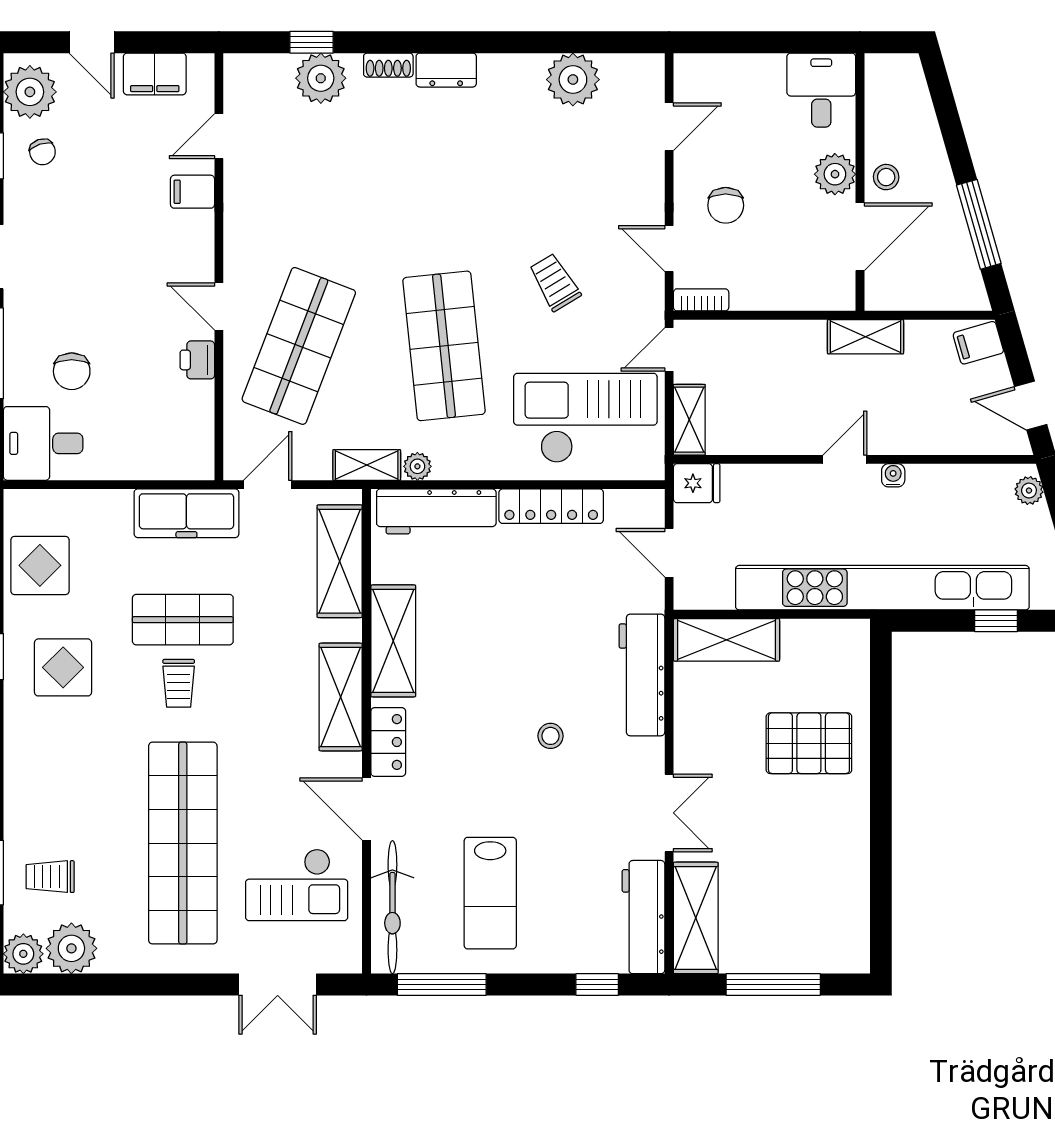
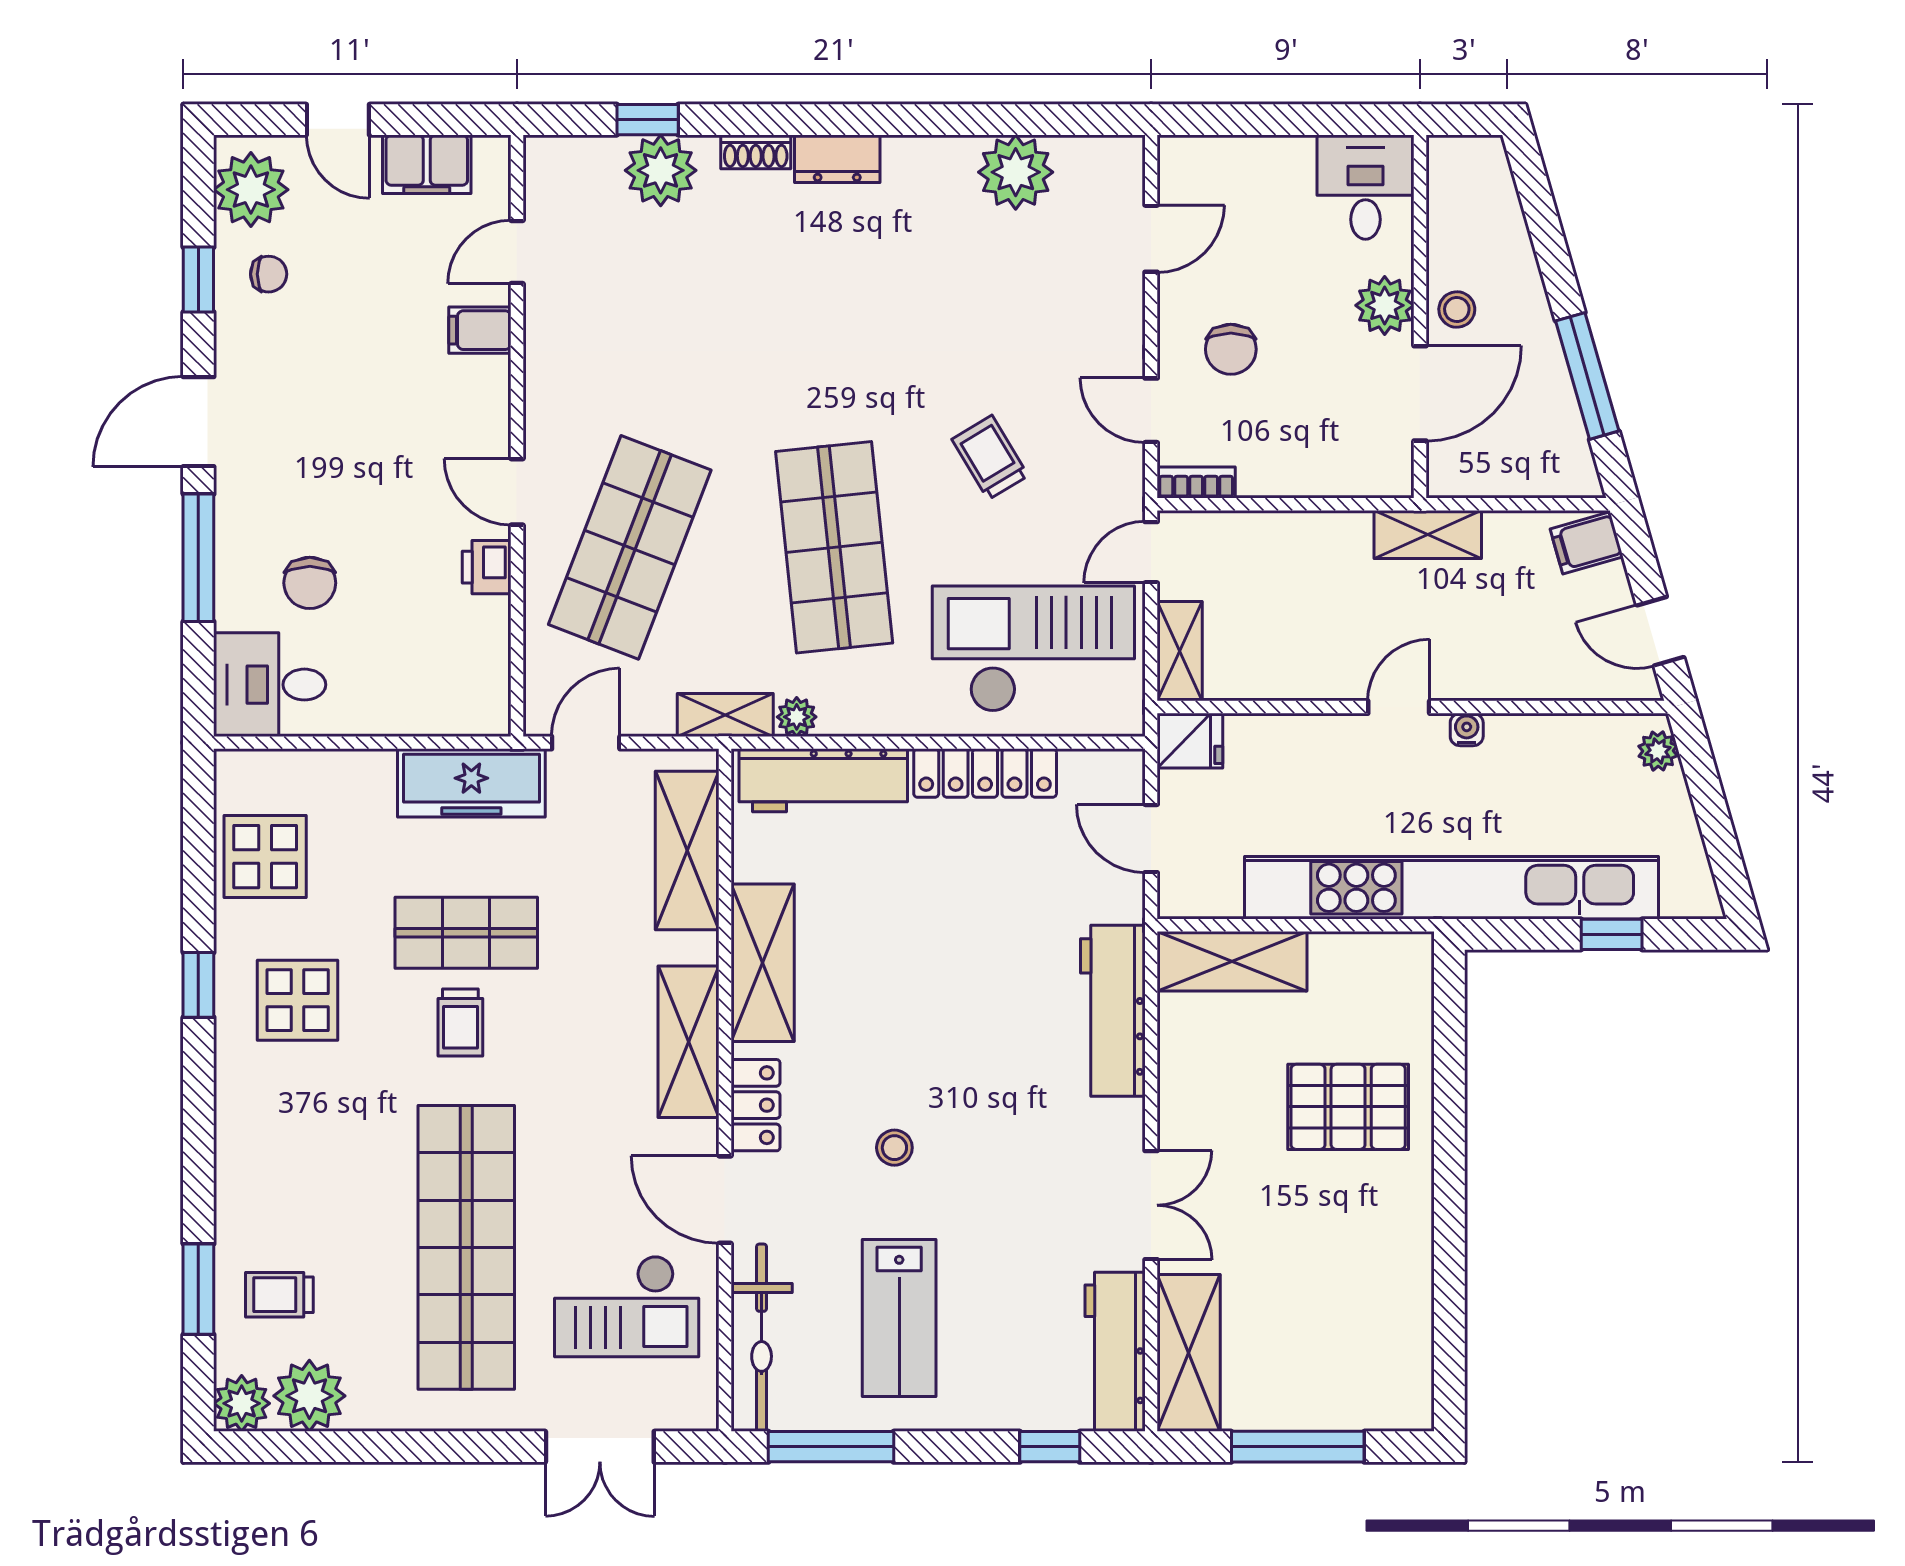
chair: (42, 152) -> (269, 274), turned -72
stool: (551, 736) -> (894, 1148), moved

